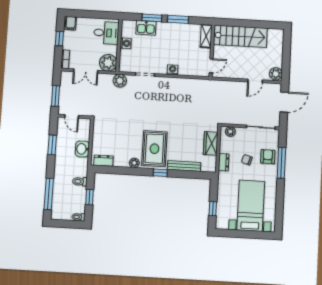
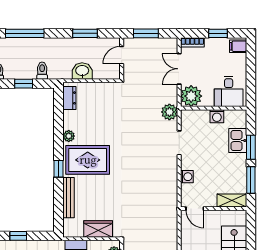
shelving: (206, 36) -> (232, 201), moved
wall: (212, 51) -> (214, 209), moved
door: (211, 66) -> (195, 209), moved

